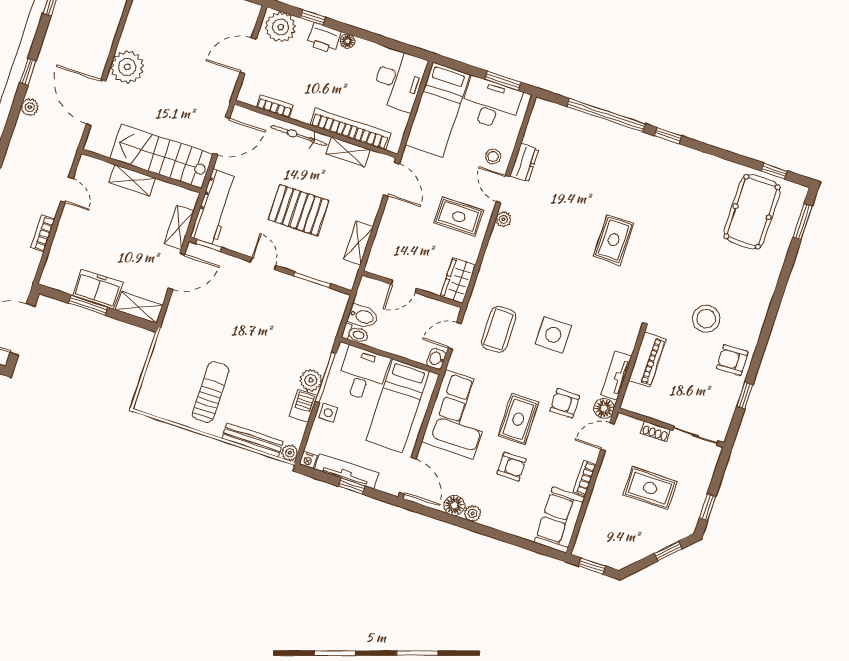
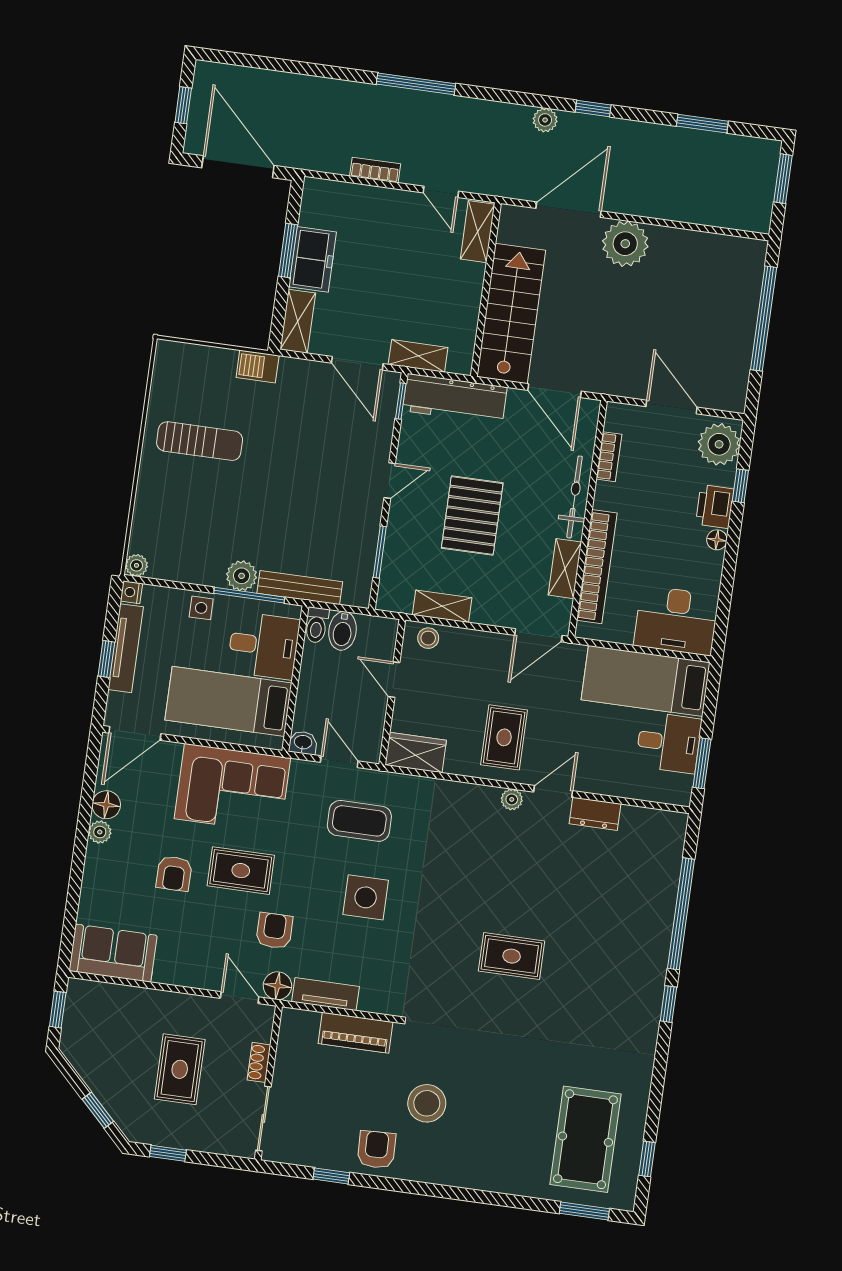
desk: (491, 104) -> (669, 743), width x0.73
stool: (493, 156) -> (428, 638), moved
shelving: (132, 180) -> (478, 232), moved
door: (67, 190) -> (441, 192), hinge flipped
pool table: (752, 212) -> (585, 1139), turned 90
barbecue: (303, 406) -> (258, 367), moved, turned 180
bench: (252, 440) -> (300, 588), moved, turned 90
bookcase: (585, 478) -> (177, 977), removed

